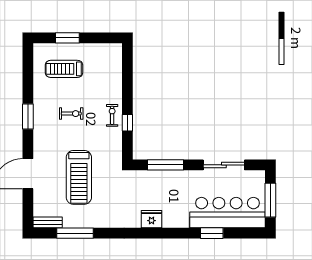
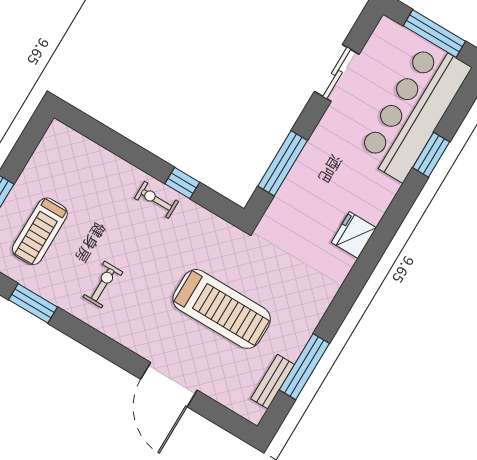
exercise bike: (71, 114) -> (103, 285), moved
window: (28, 117) -> (33, 303), moved
sliding door: (224, 165) -> (337, 73), width x0.73
bench: (48, 222) -> (273, 382), moved

